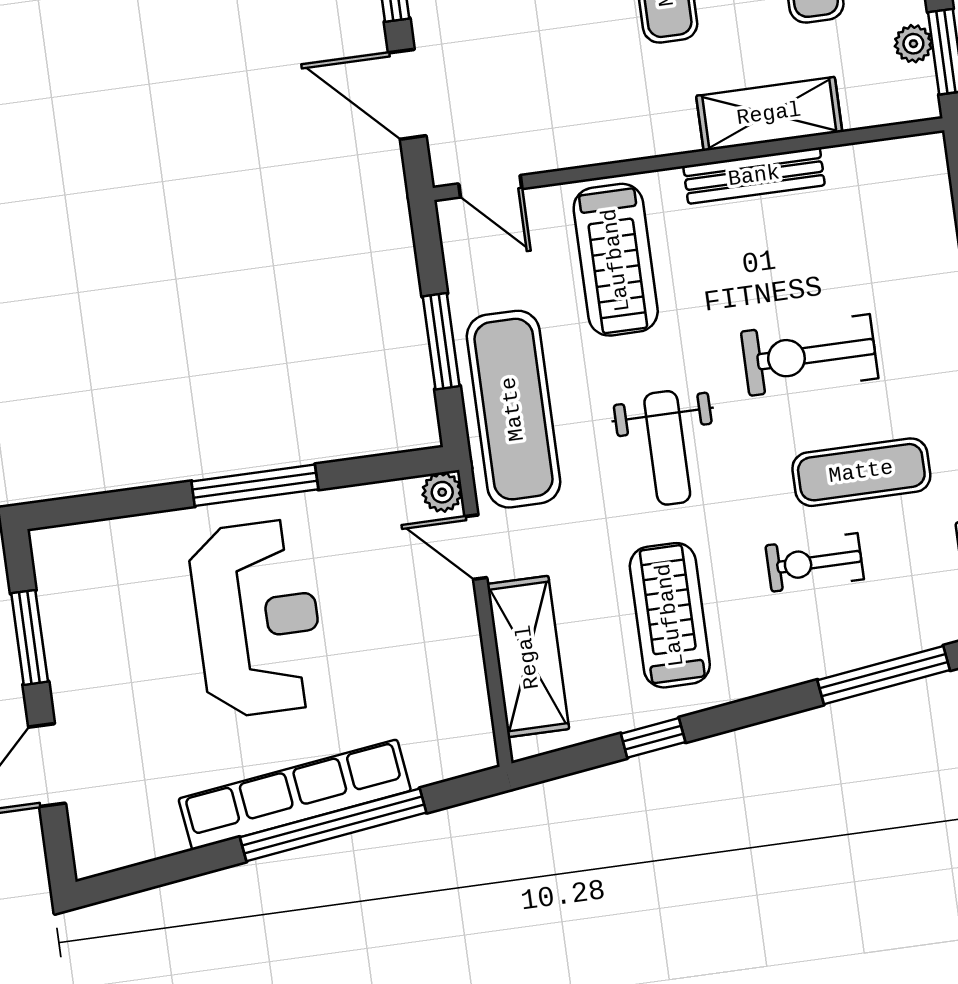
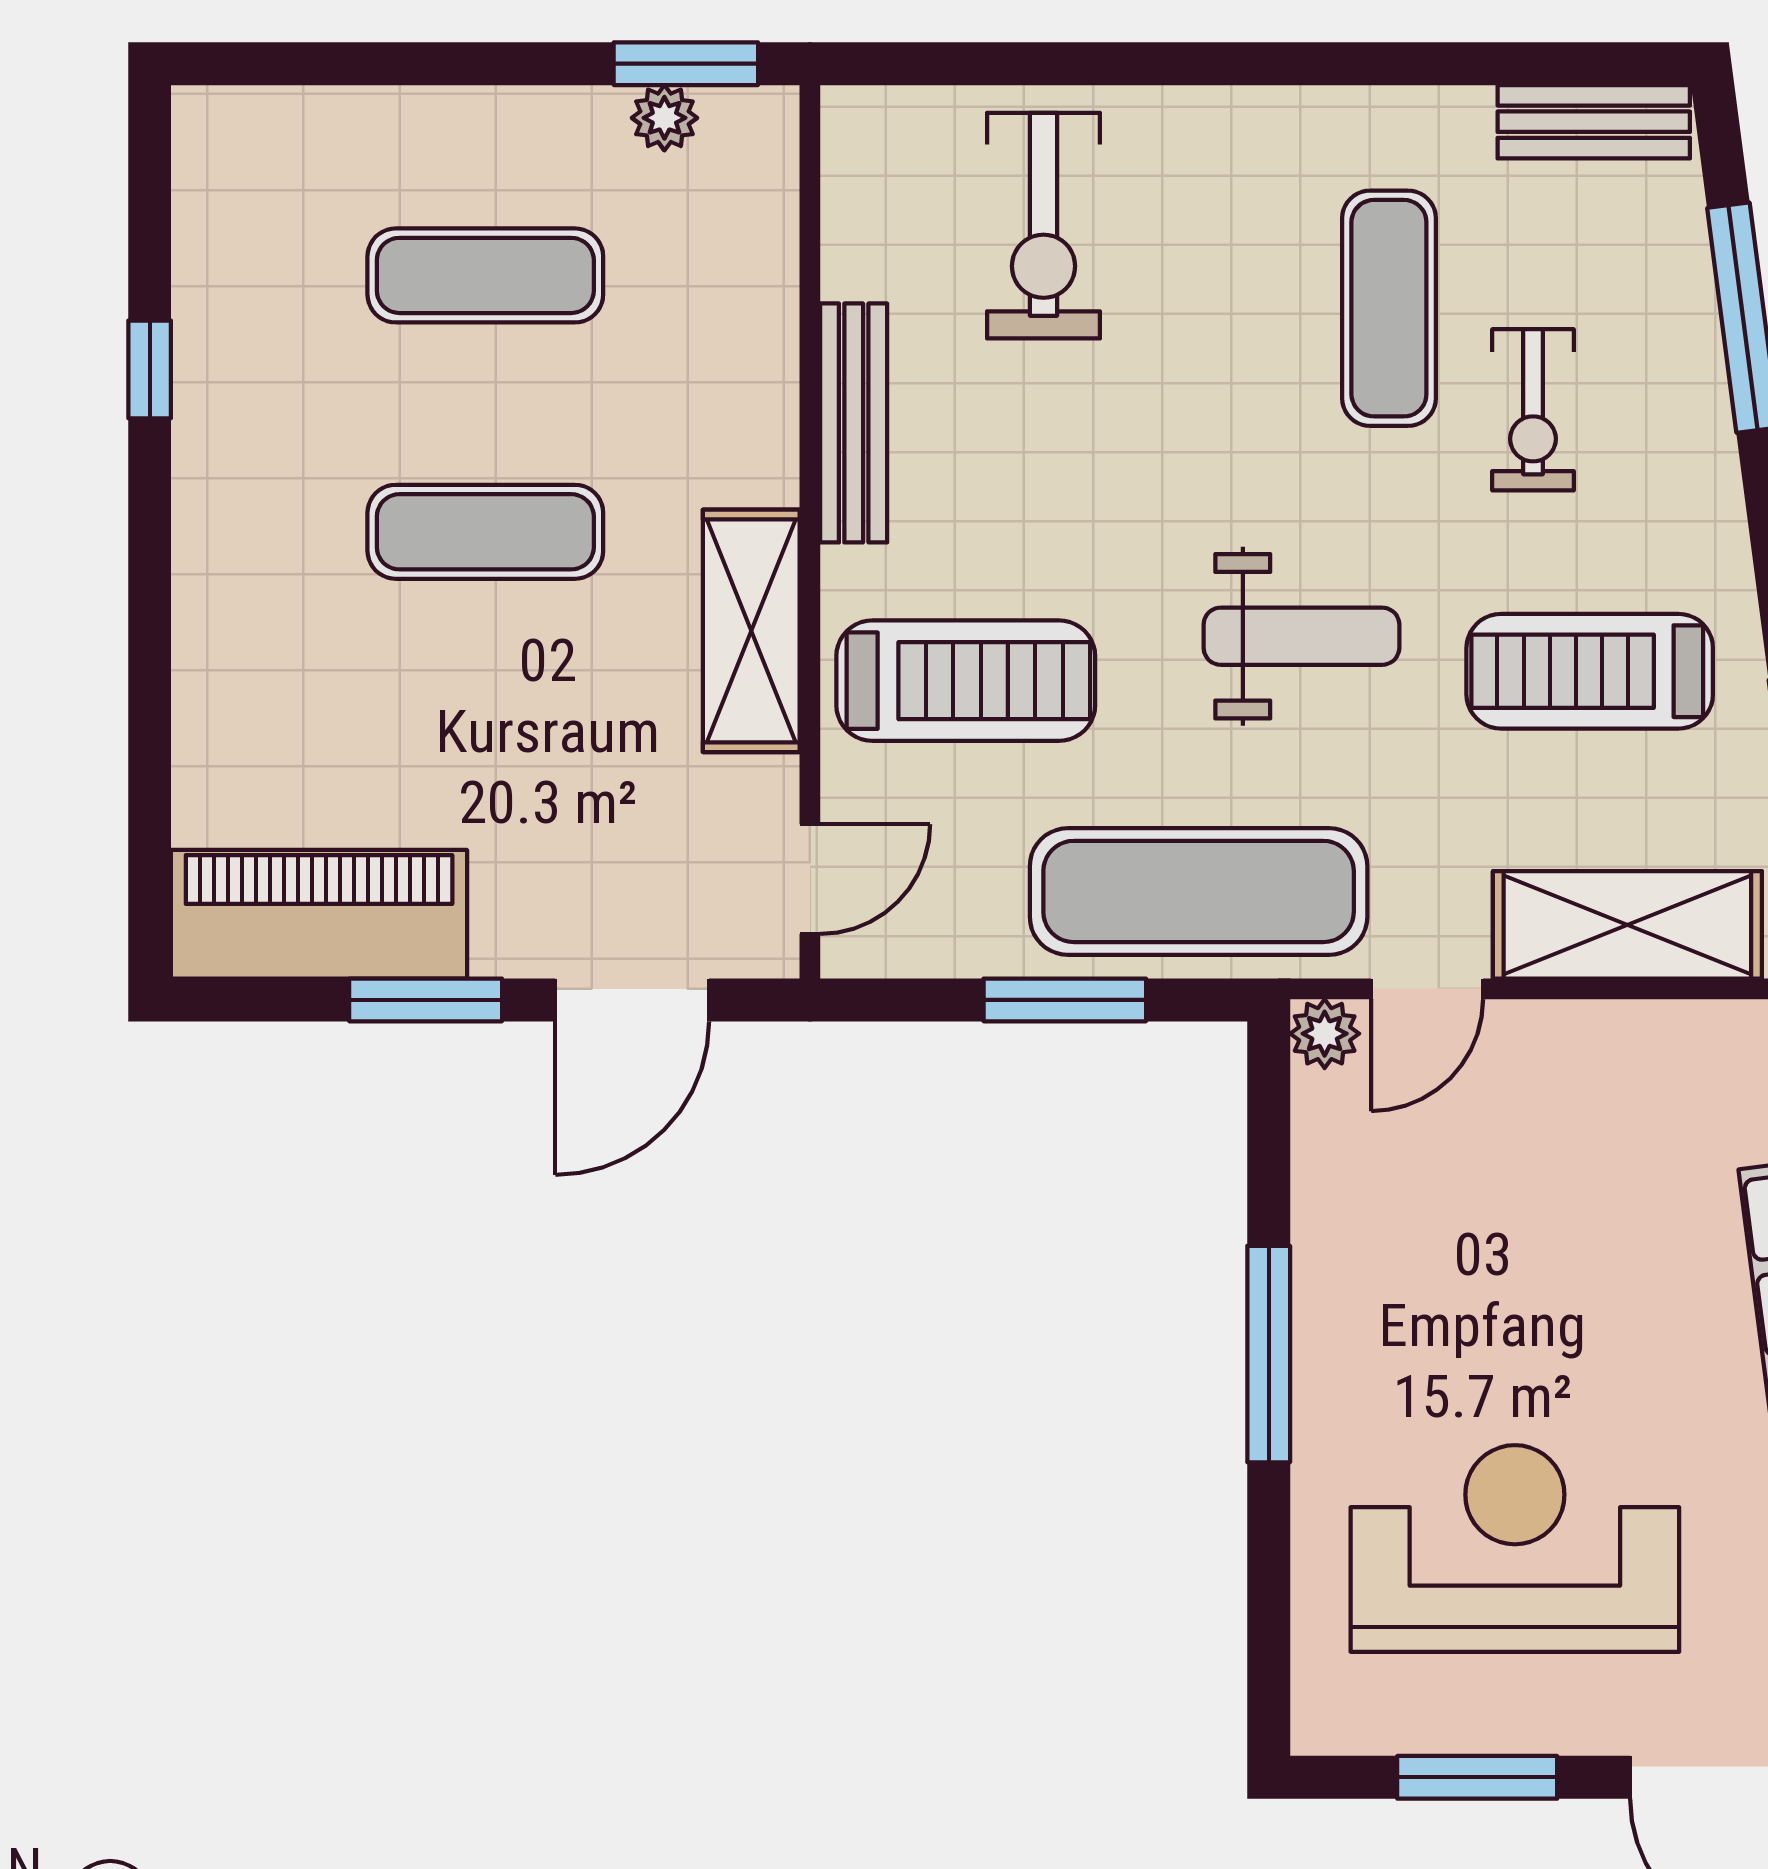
shelving: (769, 114) -> (751, 631), moved
exercise bike: (810, 355) -> (1044, 226), moved
reception desk: (257, 618) -> (1515, 1548), moved

